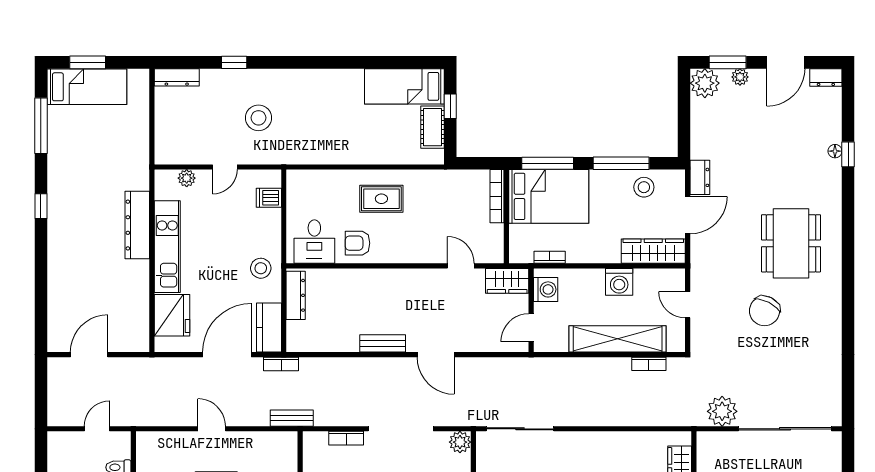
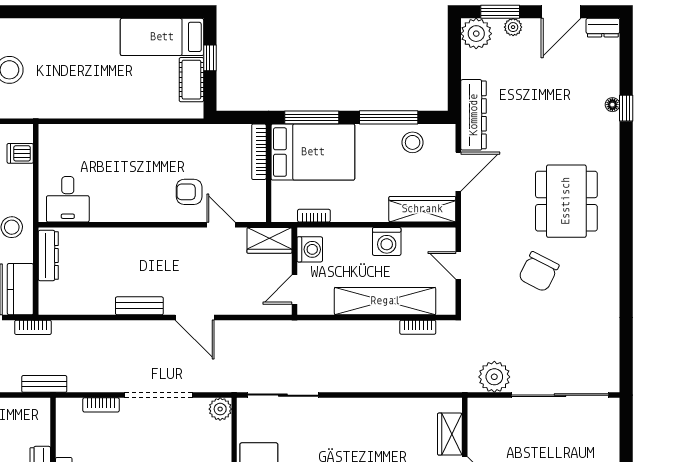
dresser: (700, 177) -> (474, 115), width x1.96, depth x1.24
rug: (381, 199) -> (138, 154), removed
armchair: (357, 243) -> (189, 192), moved

